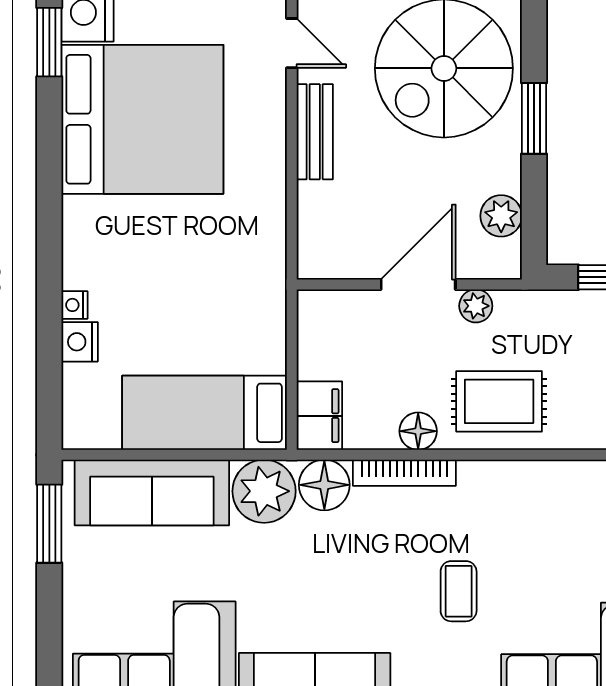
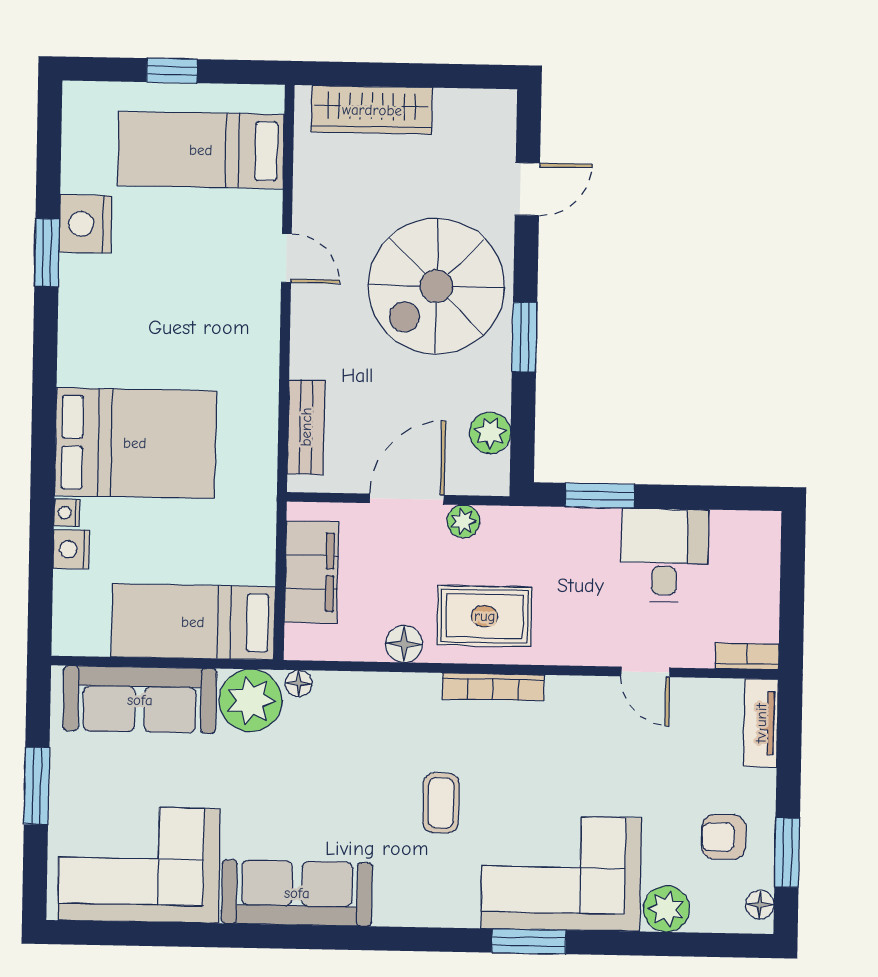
bed: (142, 119) -> (135, 443), moved, width x0.73
bench: (315, 132) -> (306, 427), moved
filing cabinet: (319, 416) -> (312, 572), moved, width x1.50, depth x1.17
bookcase: (404, 473) -> (493, 687), moved
floor lamp: (324, 485) -> (299, 683), width x0.53, depth x0.53
window: (49, 524) -> (37, 786), moved

